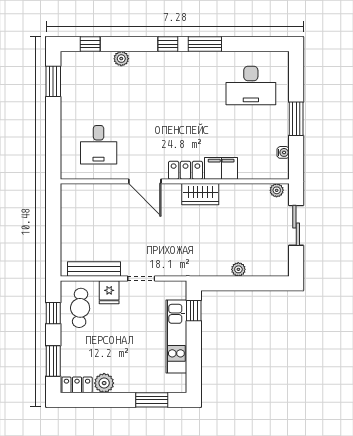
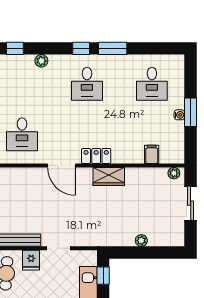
desk: (175, 86) -> (87, 84), added
desk: (251, 86) -> (152, 84), width x0.73
water cooler: (283, 152) -> (179, 115), moved
filing cabinet: (221, 168) -> (152, 154), moved, width x0.50

